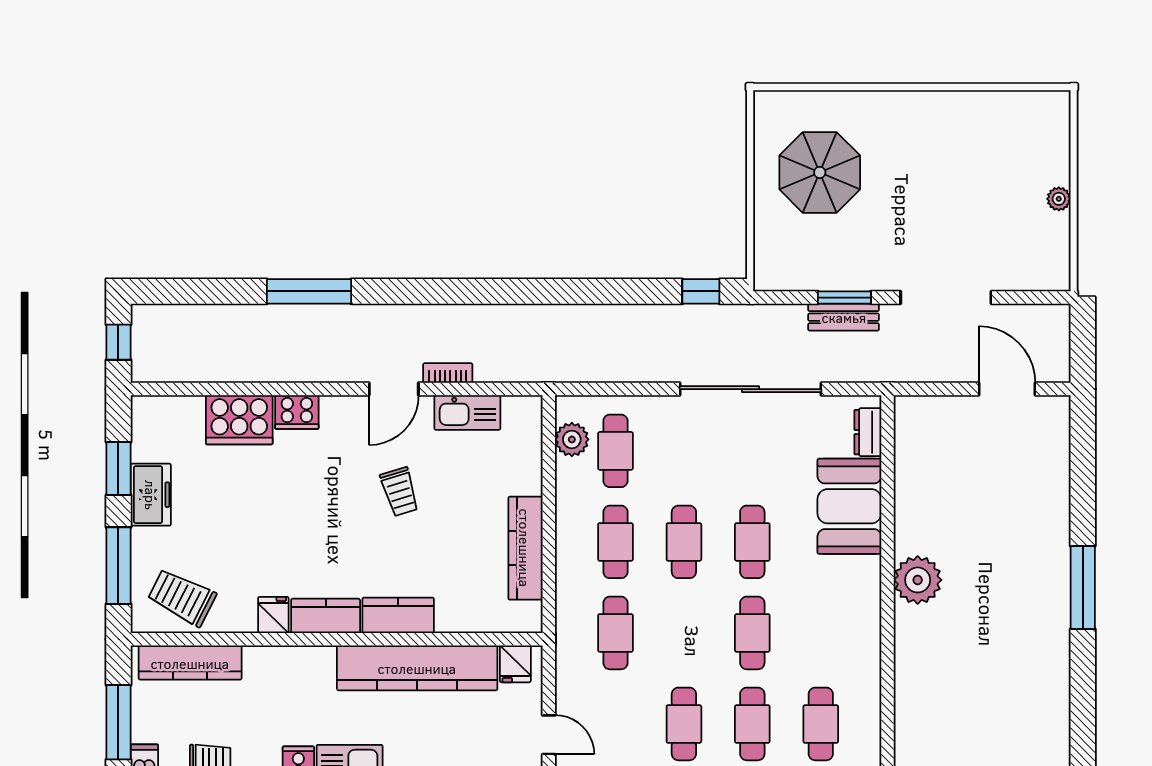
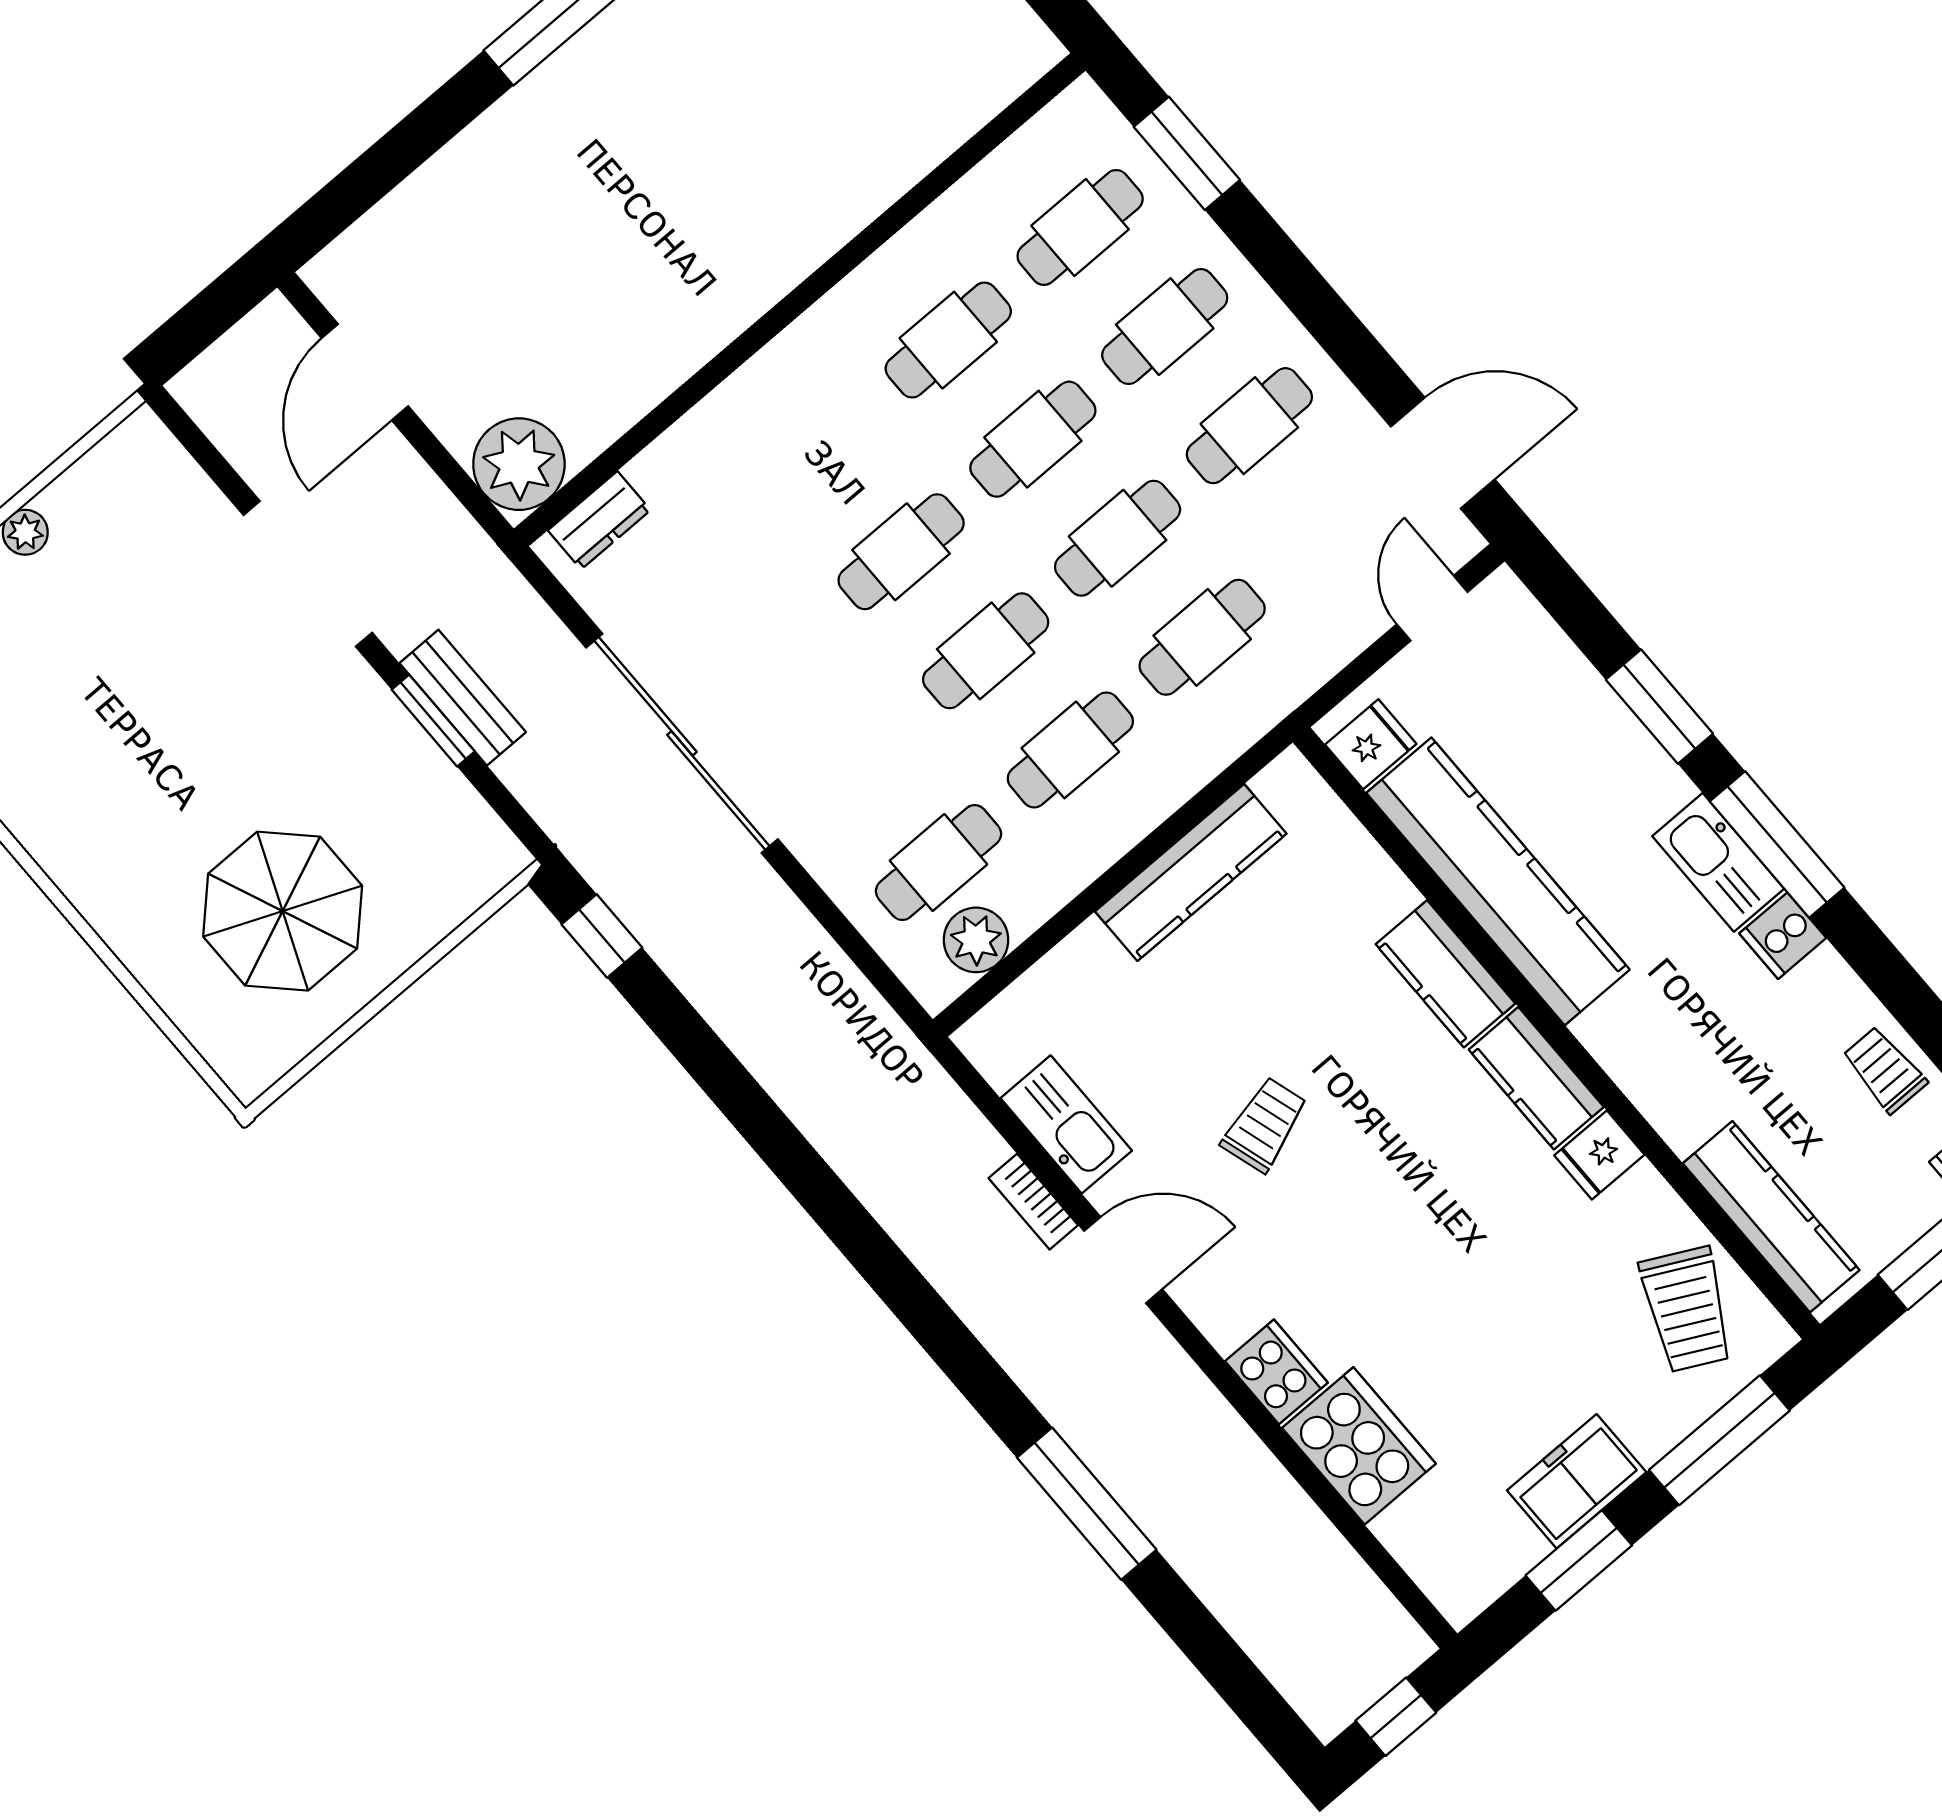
booth: (849, 506) -> (729, 455), removed
plant: (918, 580) -> (519, 464), moved
cafe table: (684, 633) -> (1118, 538), added
cafe table: (821, 633) -> (948, 340), added

